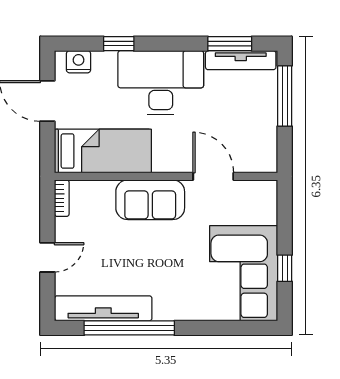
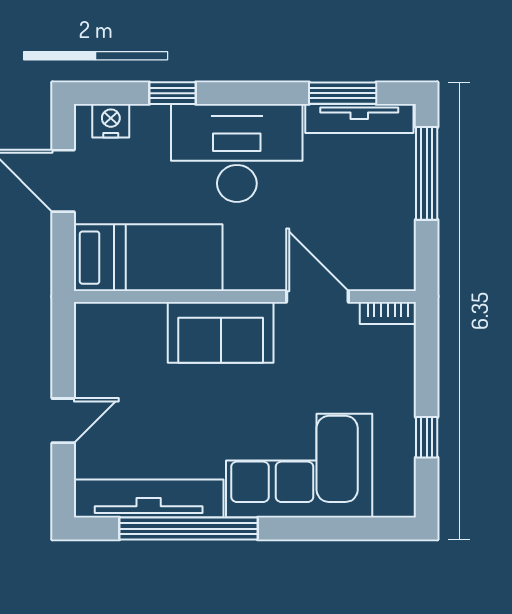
bookcase: (62, 198) -> (388, 313), moved, turned 90
corner sofa: (244, 273) -> (299, 466), moved, turned 90

